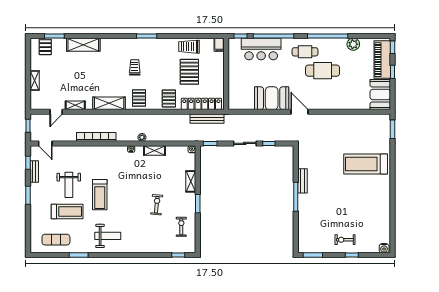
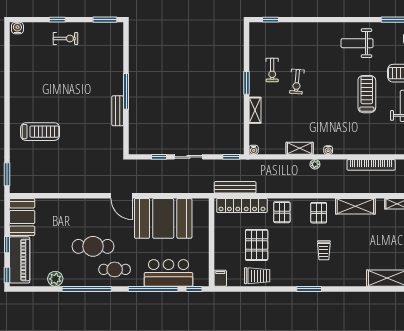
booth: (272, 98) -> (163, 218), width x1.36, depth x1.42
treadmill: (366, 164) -> (40, 132), width x0.73, depth x0.73
exercise bike: (181, 227) -> (272, 70), moved

